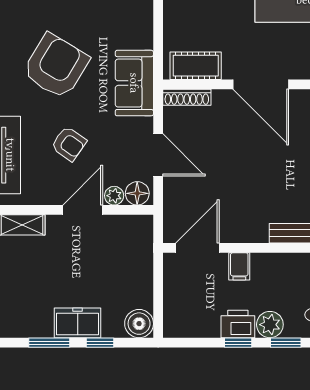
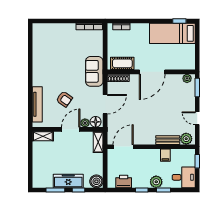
armchair: (56, 66) -> (58, 64), removed
door: (261, 84) -> (152, 72), hinge flipped
door: (158, 155) -> (105, 104), hinge flipped
shelving: (143, 238) -> (98, 142), added
filing cabinet: (239, 266) -> (165, 155), moved
freezer: (78, 323) -> (68, 181), width x1.40
printer: (238, 324) -> (124, 182), moved

